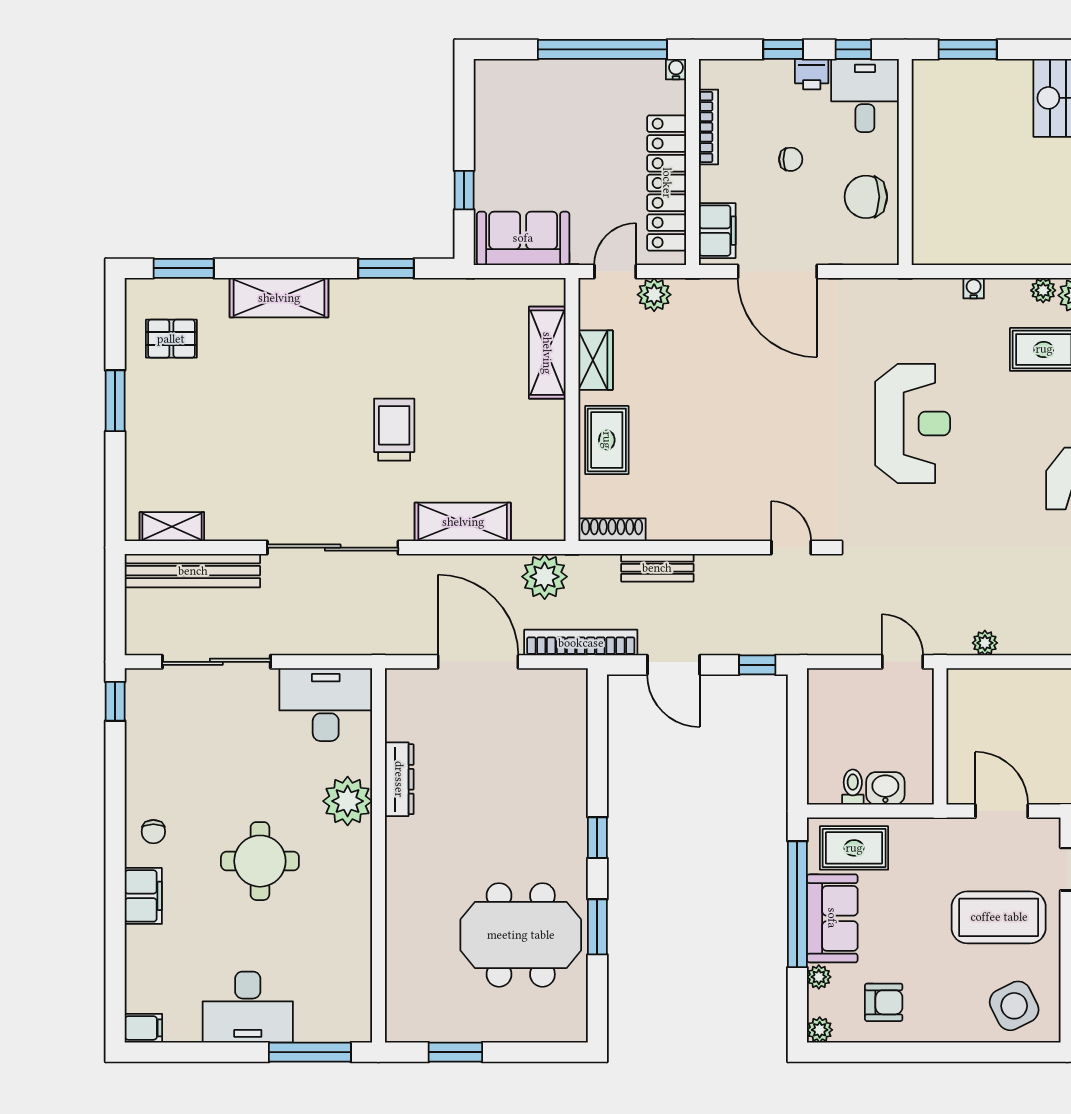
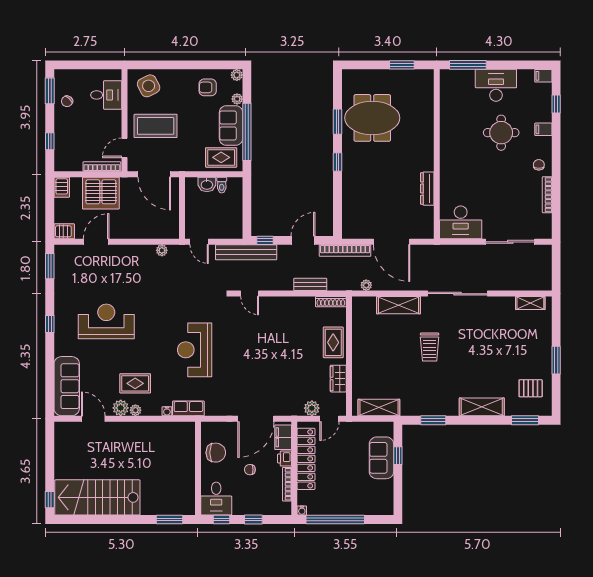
printer: (812, 74) -> (285, 459), moved, turned -90
sofa: (523, 238) -> (381, 458), moved, turned 90
door: (777, 271) -> (256, 419), swing flipped
row of seats: (926, 294) -> (188, 408), added
shelving: (547, 353) -> (379, 408), moved, turned 90
bench: (193, 571) -> (246, 252), moved
plant: (545, 577) -> (366, 285), width x0.53, depth x0.53
door: (673, 665) -> (303, 240), hinge flipped
window: (115, 701) -> (556, 104), moved
bookcase: (135, 766) -> (547, 195), added
plant: (348, 801) -> (451, 179), removed
door: (1002, 811) -> (154, 174), width x1.36
round table: (260, 861) -> (501, 133), moved
filing cabinet: (143, 896) -> (543, 129), width x0.50

